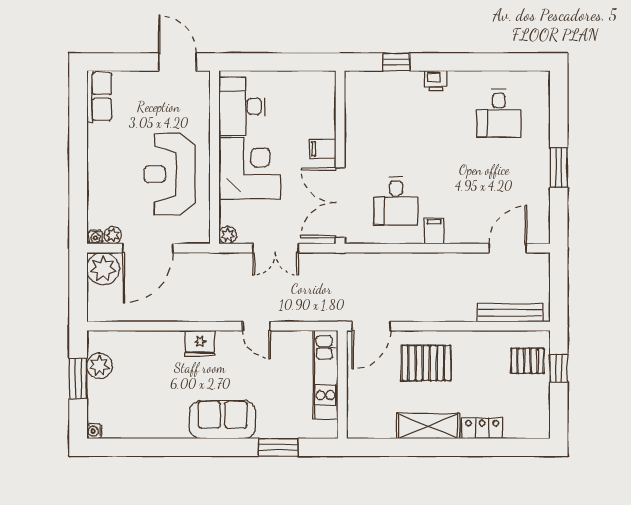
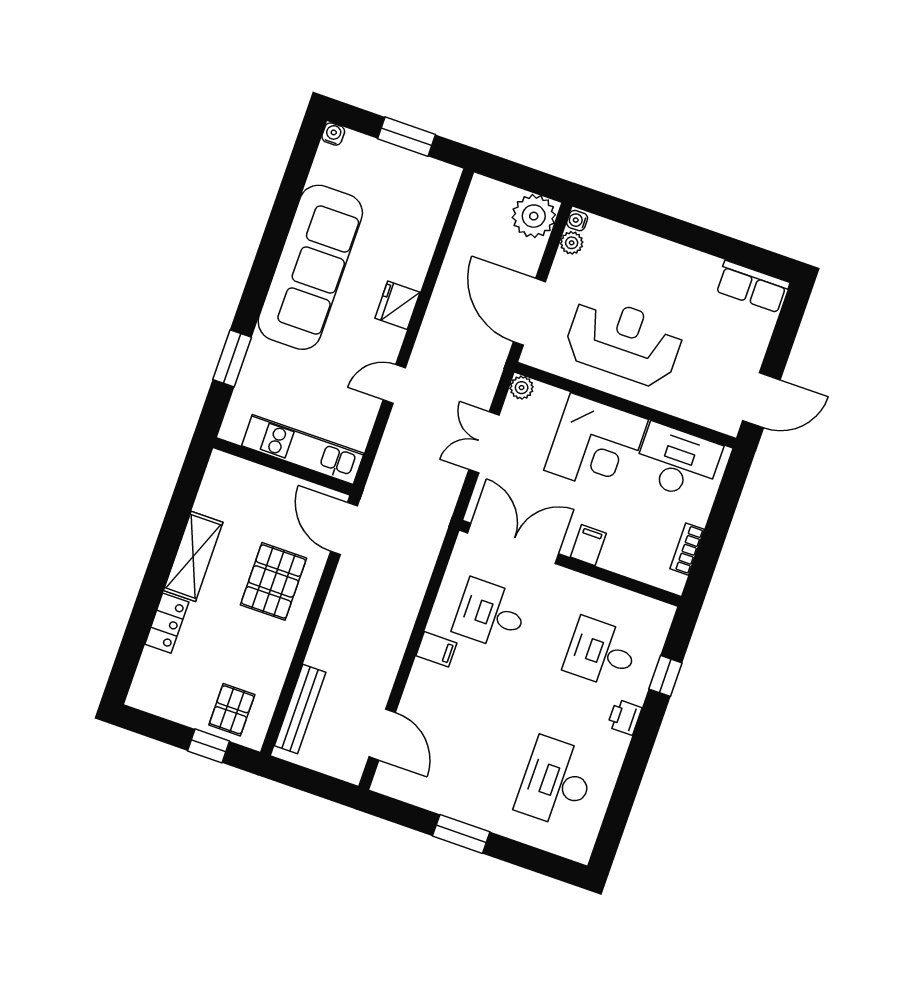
bookcase: (301, 78) -> (687, 549), added
desk: (396, 113) -> (601, 653), added
desk: (499, 113) -> (556, 782), width x1.37
door: (148, 248) -> (529, 312), moved
plant: (99, 366) -> (413, 169), removed
sofa: (223, 420) -> (310, 267), width x1.85, depth x1.27

